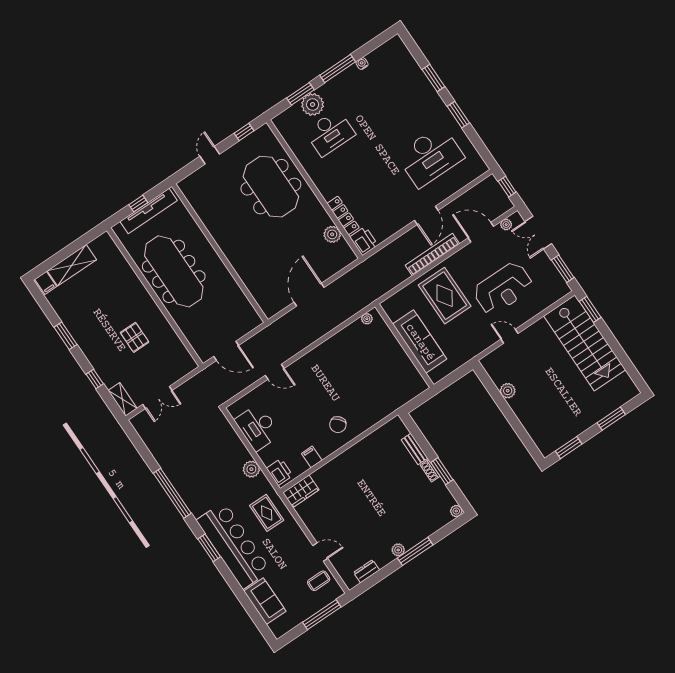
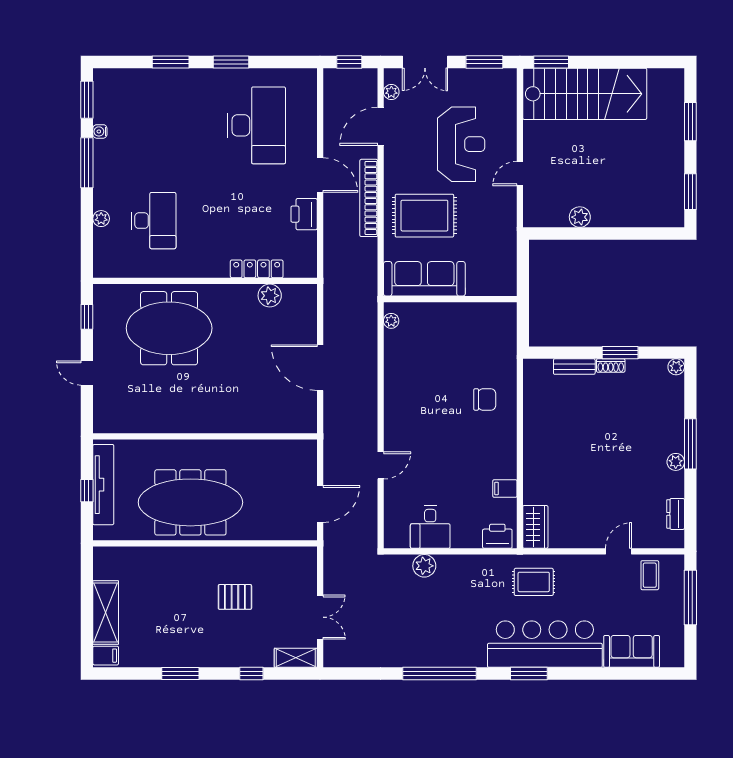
window: (300, 94) -> (87, 100), moved
plant: (313, 104) -> (101, 219), width x0.53, depth x0.53
printer: (364, 241) -> (304, 214), moved, turned -90
sofa: (420, 342) -> (424, 279), moved
chair: (338, 425) -> (485, 399), moved, turned -48
desk: (257, 427) -> (430, 527), width x0.73
plant: (251, 469) -> (424, 566), moved

